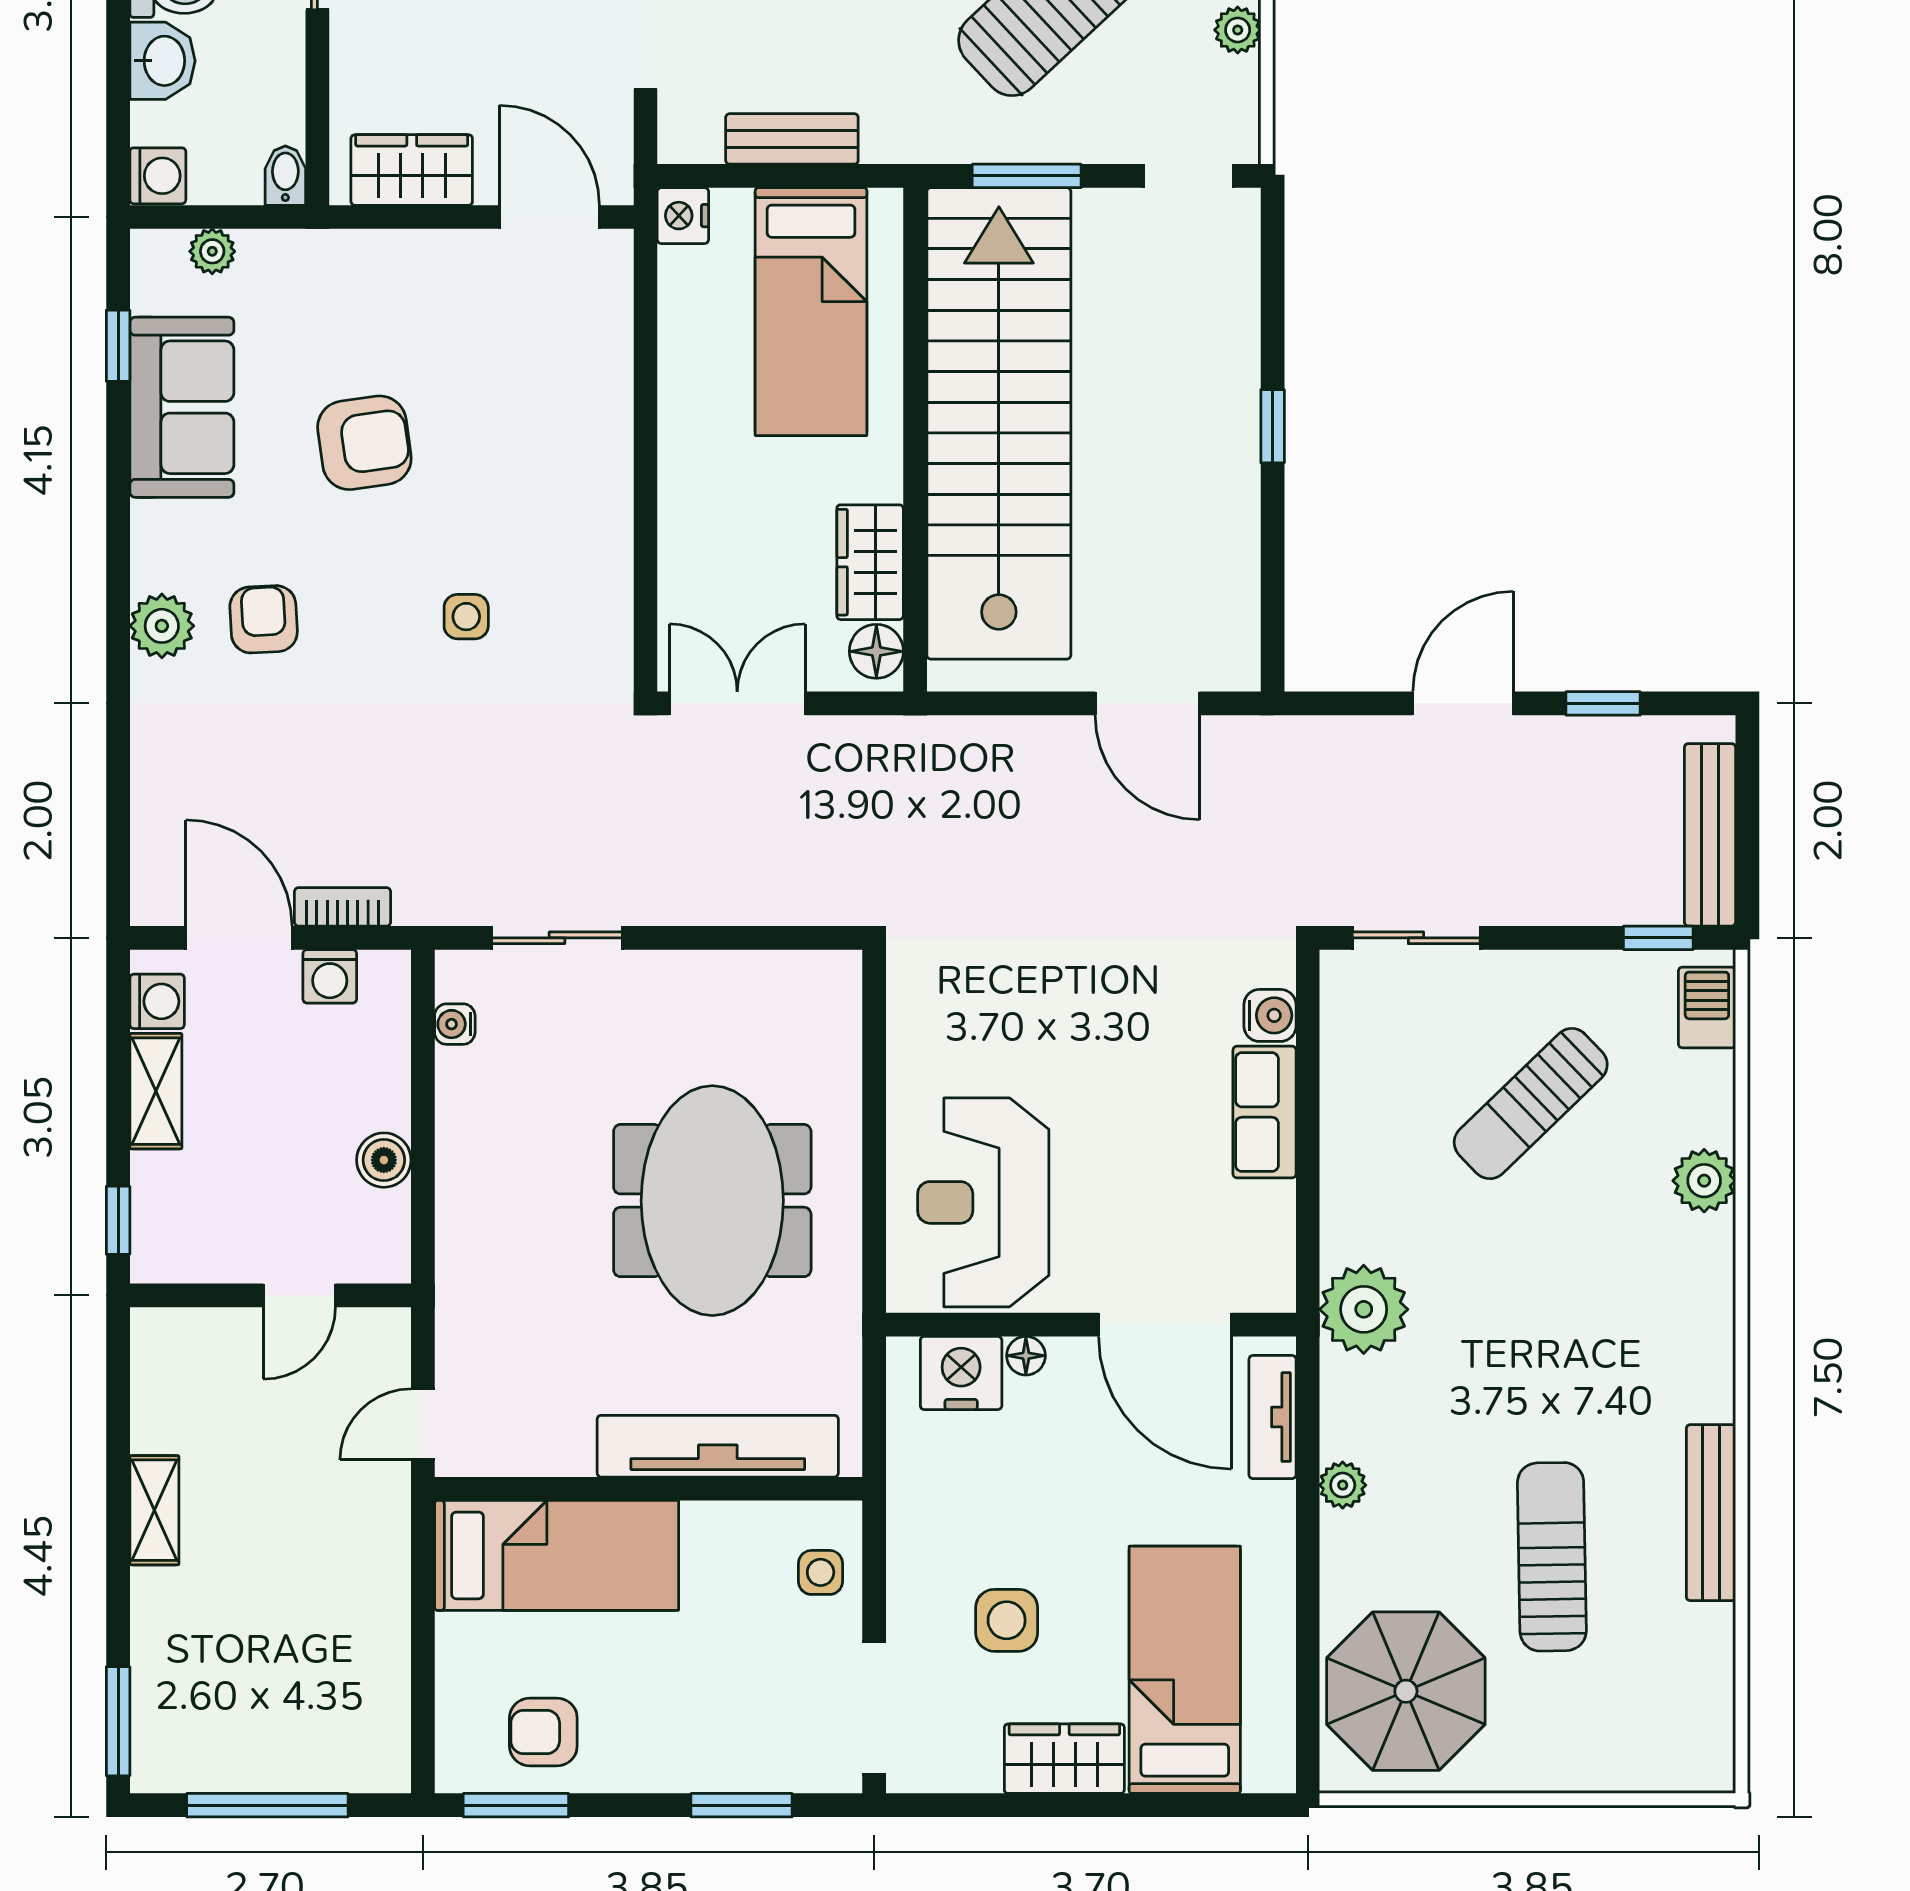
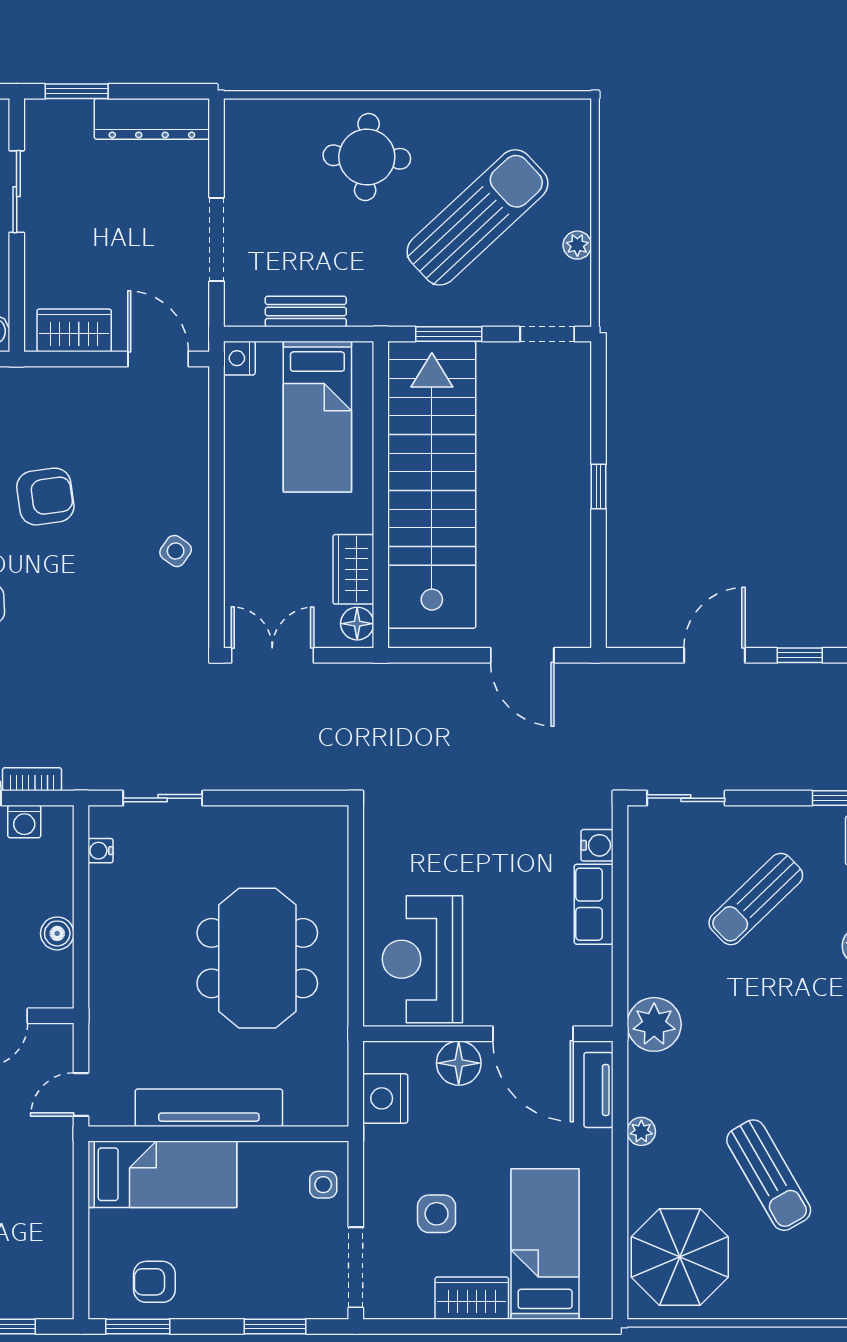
side table: (466, 617) -> (176, 551), moved, turned 35
floor lamp: (1026, 1356) -> (459, 1063), width x1.89, depth x1.89
nightstand: (961, 1373) -> (385, 1098), moved, turned -90
tv unit: (718, 1446) -> (209, 1108), moved
sun lounger: (1552, 1557) -> (769, 1175), turned 151

